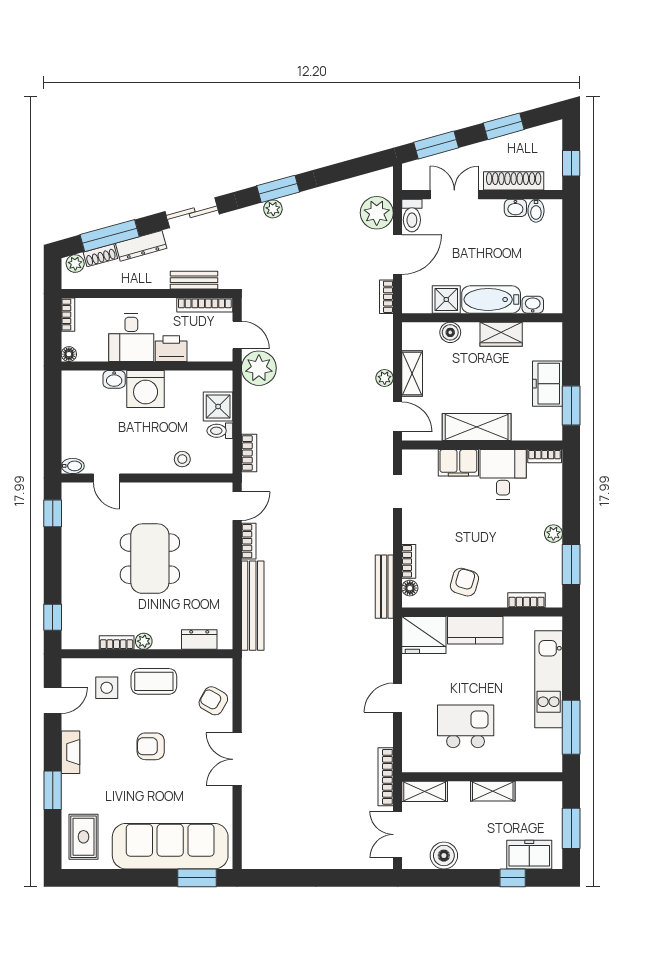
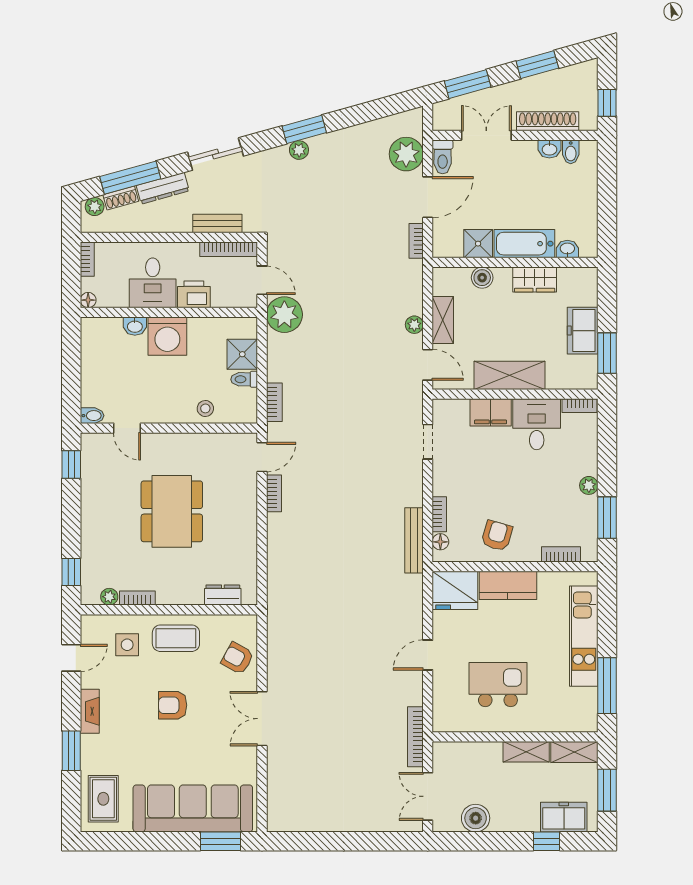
bench: (253, 606) -> (278, 560), removed
plant: (144, 641) -> (109, 597), moved
shelving: (425, 791) -> (574, 752), moved

